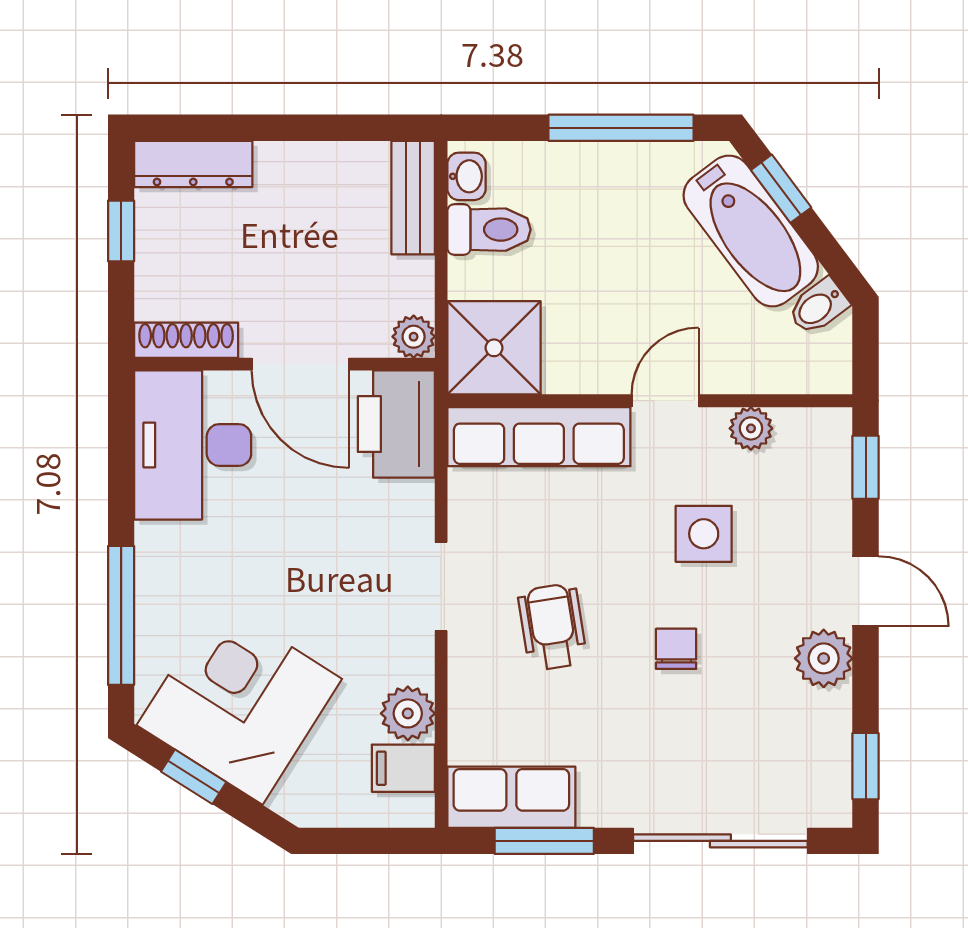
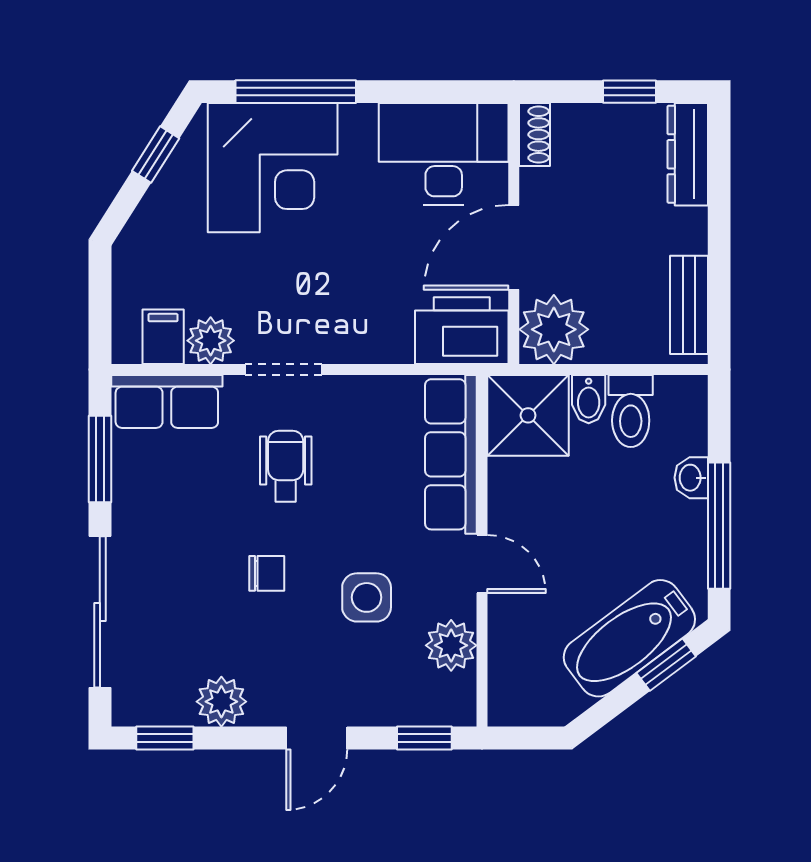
washbasin: (466, 176) -> (691, 478), moved, turned 90
bench: (413, 198) -> (689, 305), moved, turned 90
bidet: (818, 307) -> (589, 399), moved, turned -143
plant: (414, 337) -> (554, 329), width x1.88, depth x1.88
shoe rack: (186, 340) -> (535, 135), width x0.70
plant: (751, 428) -> (451, 645), width x1.38, depth x1.38
doorway: (441, 586) -> (283, 369), moved
wheelchair: (552, 627) -> (286, 466), turned -81
plant: (824, 658) -> (221, 702), moved
corner desk: (239, 702) -> (273, 168), moved, turned 58
row of seats: (511, 797) -> (167, 401), moved, turned 90

